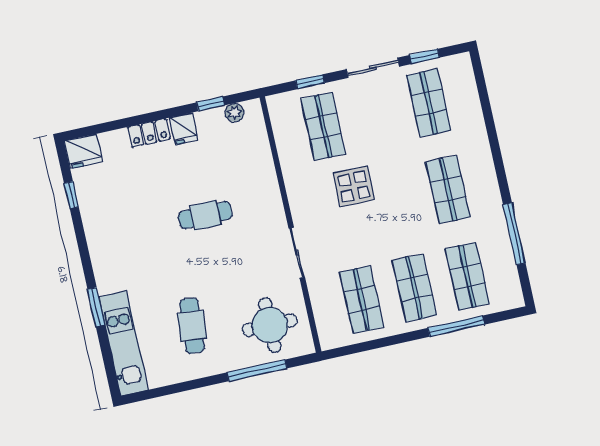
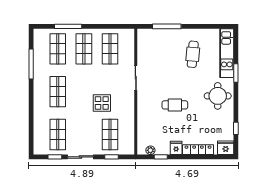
locker: (149, 133) -> (198, 150), width x1.53
round table: (270, 325) -> (218, 96), moved

